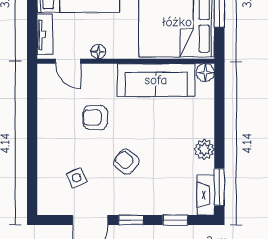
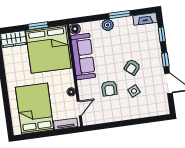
plant: (204, 149) -> (108, 25), moved
side table: (77, 178) -> (134, 91), moved
window: (219, 187) -> (119, 15), moved

